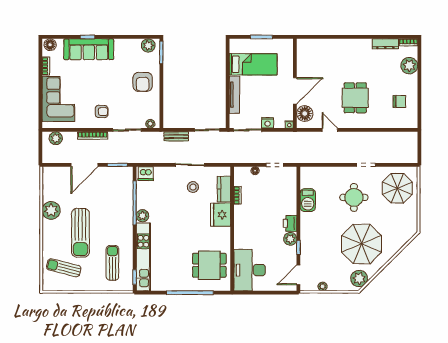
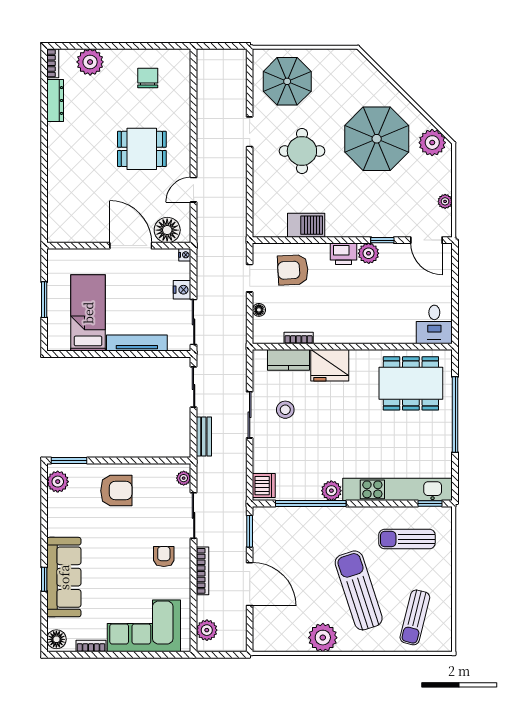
armchair: (280, 192) -> (293, 270), added
sun lounger: (80, 233) -> (359, 590), turned -108
dining table: (209, 265) -> (411, 383), width x1.38
desk: (250, 270) -> (434, 324), width x0.53, depth x0.77

